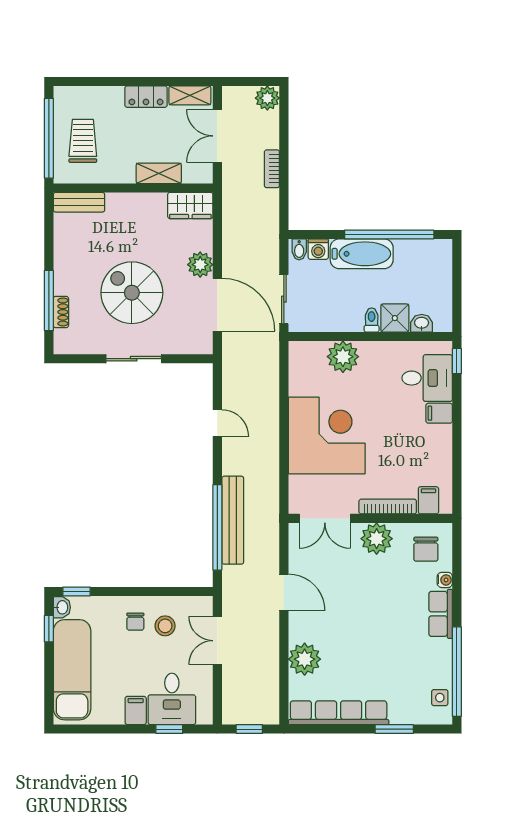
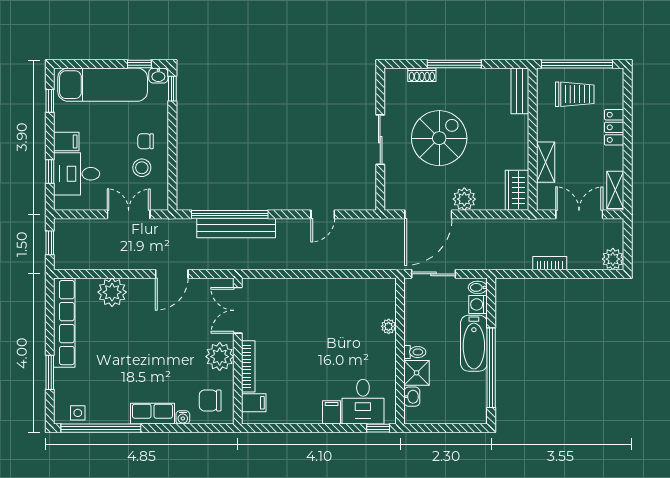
locker: (146, 97) -> (614, 127), moved
window: (49, 300) -> (454, 64), moved
plant: (343, 357) -> (389, 326), width x0.53, depth x0.53
corner desk: (327, 436) -> (312, 312), removed
window: (90, 729) -> (50, 101), added

